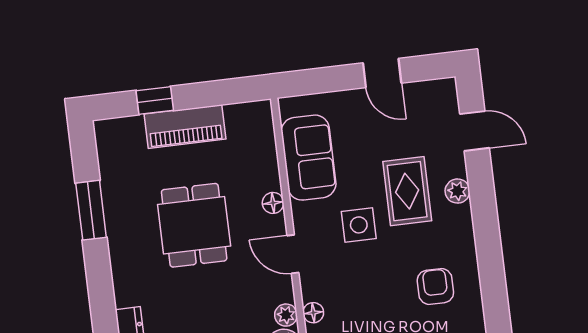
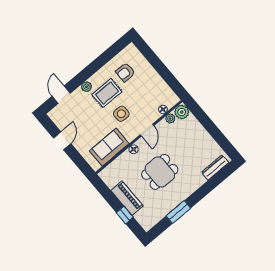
rug: (407, 191) -> (107, 93), moved

